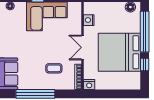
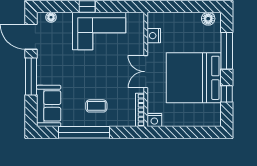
window: (145, 32) -> (227, 51), width x0.68
coffee table: (54, 68) -> (96, 106), moved

